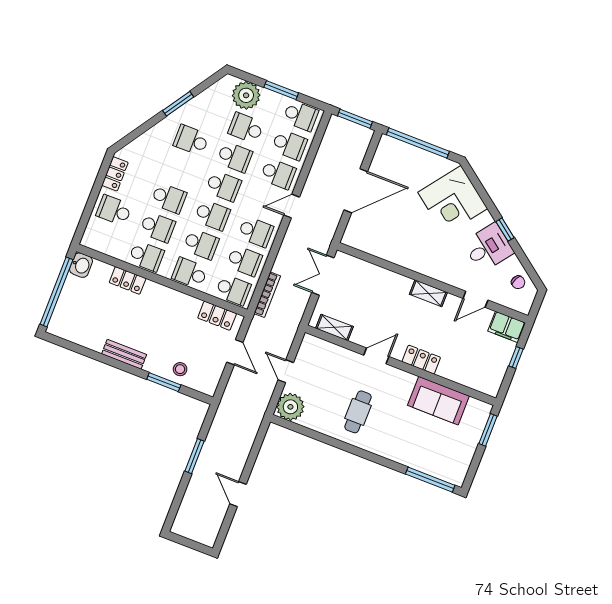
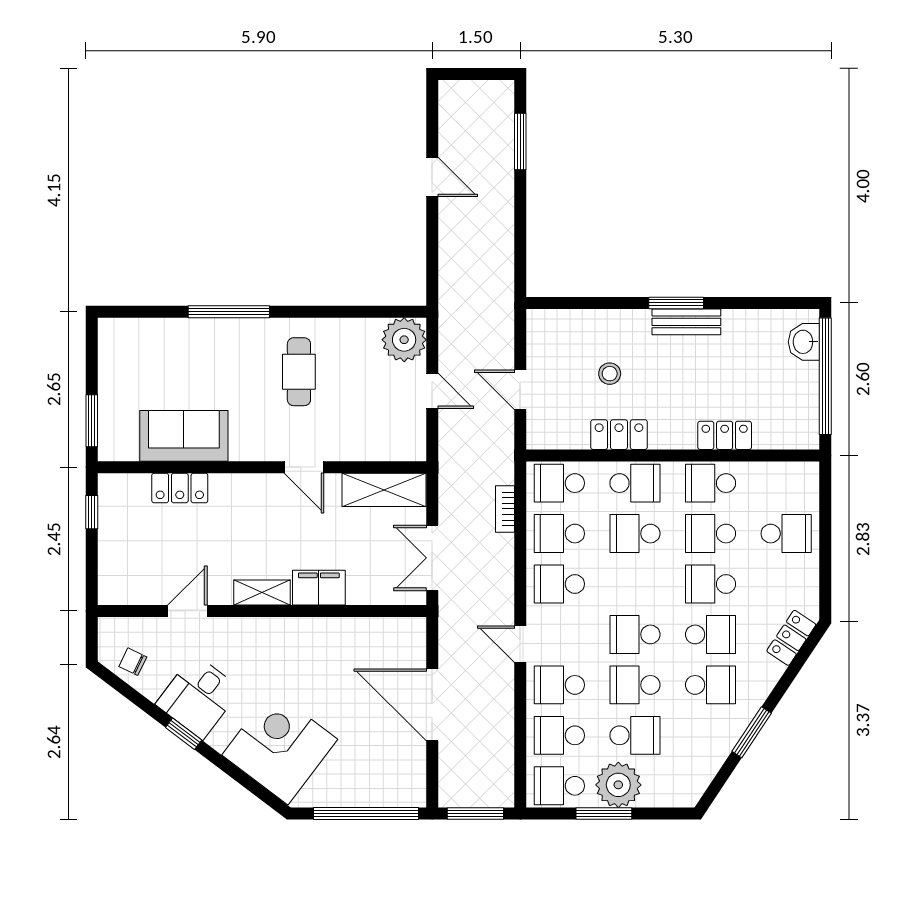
plant: (246, 95) -> (618, 785), moved
locker: (115, 174) -> (791, 638), moved, turned 34
door: (356, 191) -> (432, 705), hinge flipped
door: (292, 206) -> (520, 644), swing flipped
school desk: (212, 215) -> (711, 634), moved, turned 180
washbasin: (81, 265) -> (804, 342), moved
double door: (323, 275) -> (432, 558), swing flipped
bookcase: (267, 295) -> (505, 509), width x0.64
locker: (217, 316) -> (619, 435), moved
shelving: (334, 327) -> (384, 490), width x1.50, depth x1.33
filing cabinet: (507, 327) -> (319, 588), moved
door: (376, 356) -> (304, 467), hinge flipped
window: (516, 358) -> (92, 512), moved
locker: (421, 360) -> (180, 488), moved
stool: (180, 369) -> (610, 374), moved
window: (164, 382) -> (676, 303), moved
window: (195, 456) -> (520, 142), moved
window: (430, 480) -> (229, 312), moved

